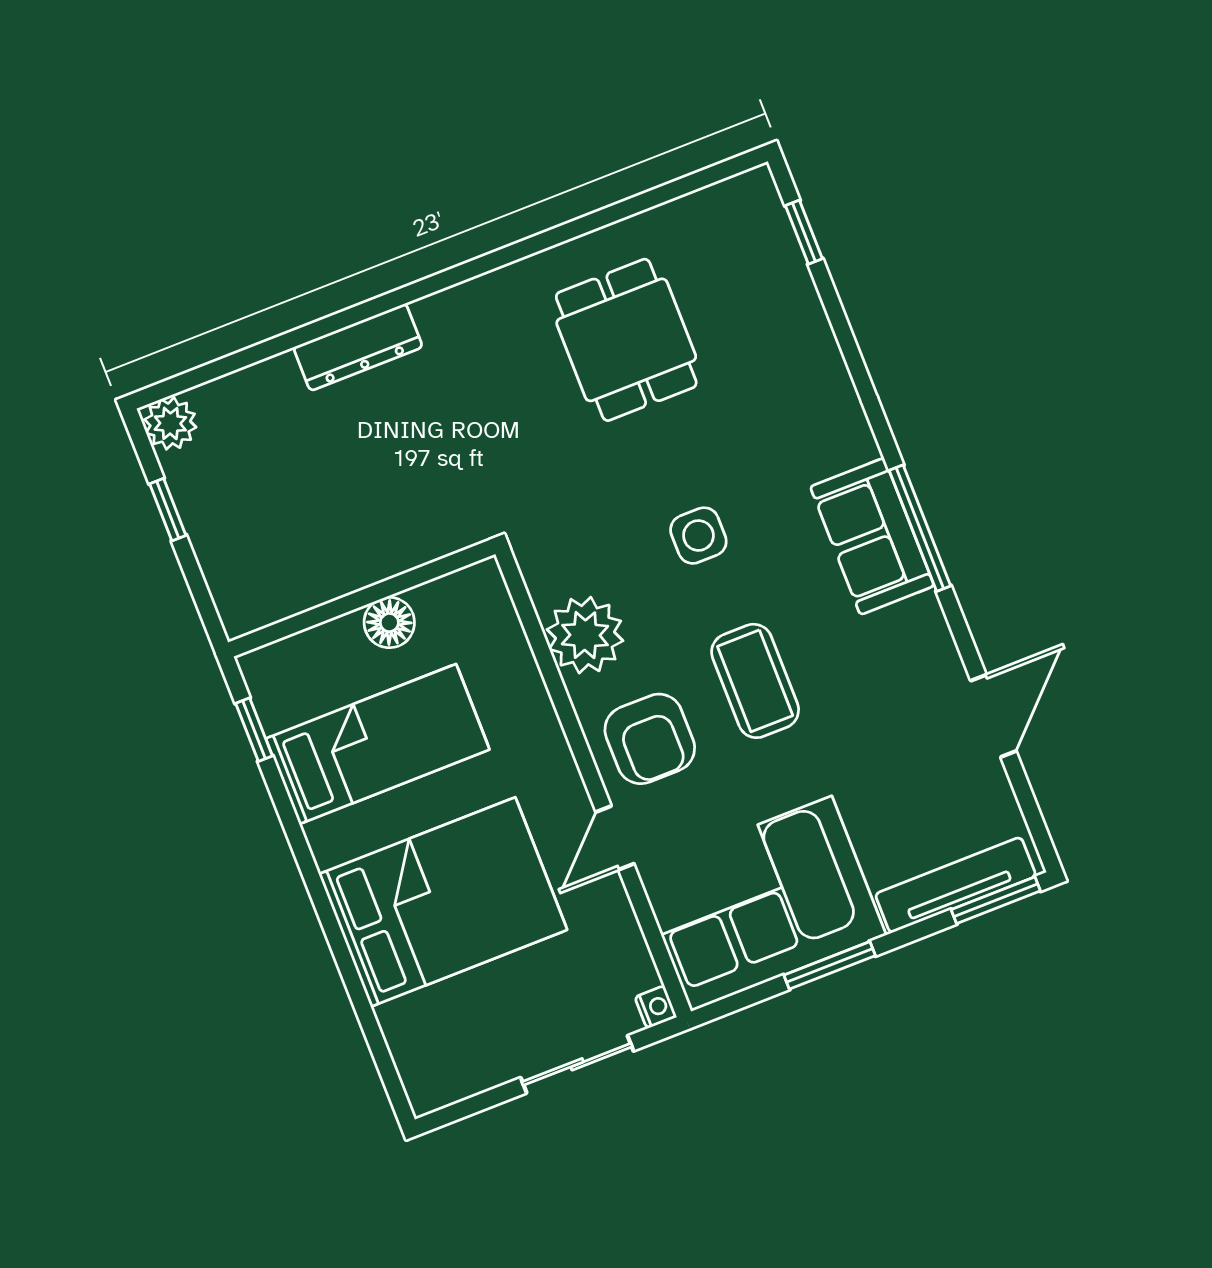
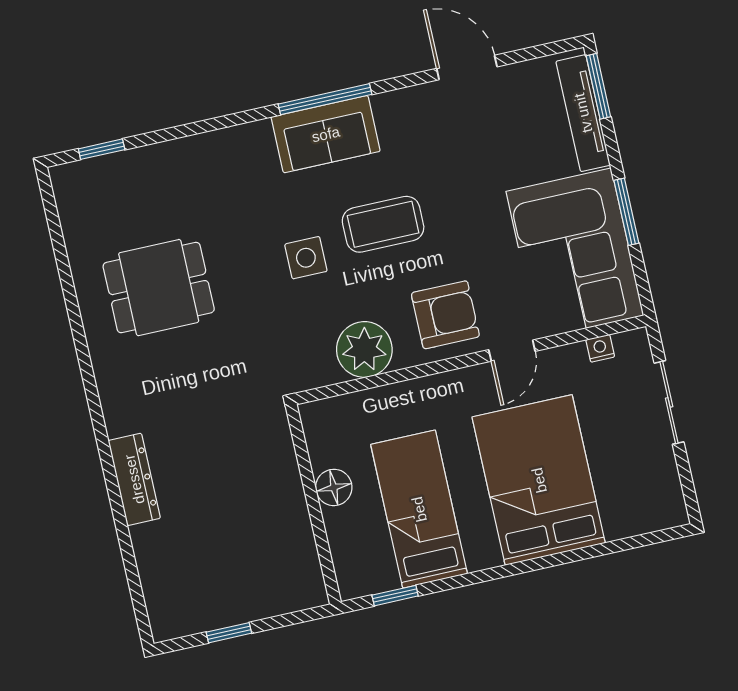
plant: (170, 423) -> (168, 621), removed
coffee table: (755, 681) -> (383, 224), moved
door: (615, 838) -> (512, 351), hinge flipped
nightstand: (656, 1007) -> (600, 348), moved

